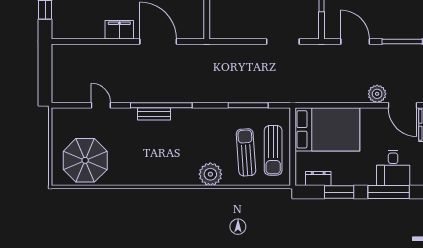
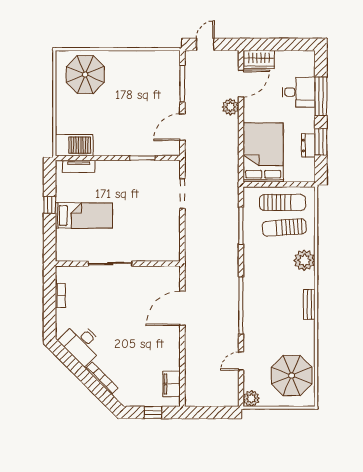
filing cabinet: (119, 30) -> (171, 384), moved
bench: (154, 114) -> (309, 304), moved
plant: (60, 117) -> (251, 398), added
dresser: (318, 179) -> (308, 145), moved

